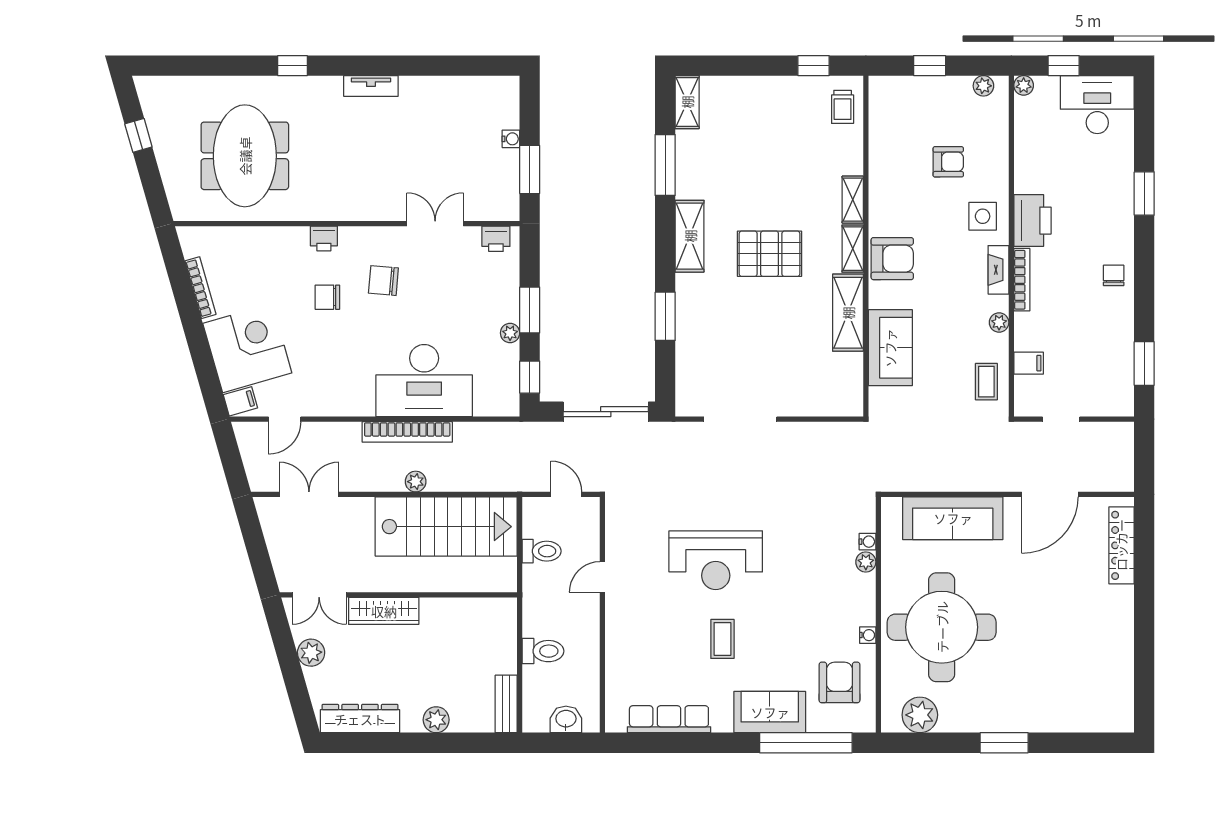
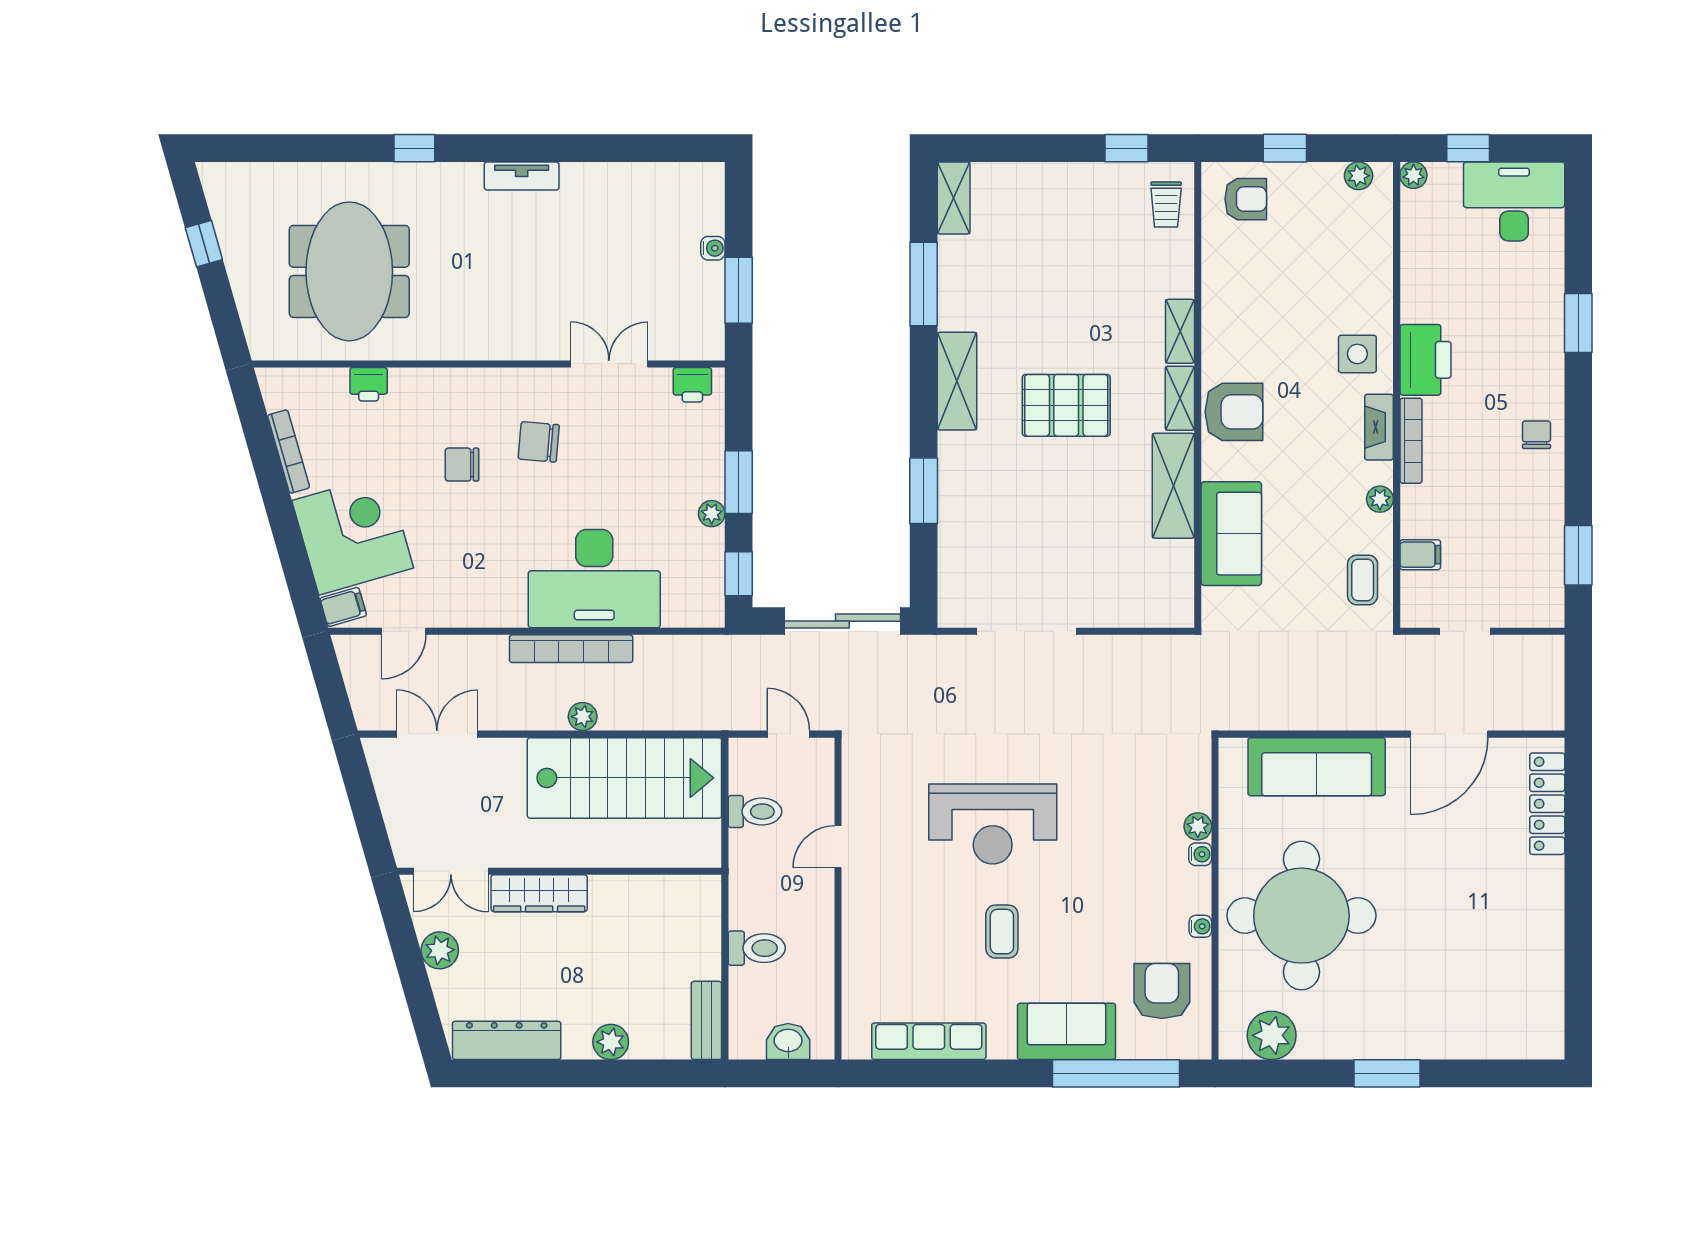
armchair: (948, 162) -> (1246, 199), moved
printer: (324, 238) -> (369, 384), moved
water cooler: (868, 542) -> (1200, 854), moved

